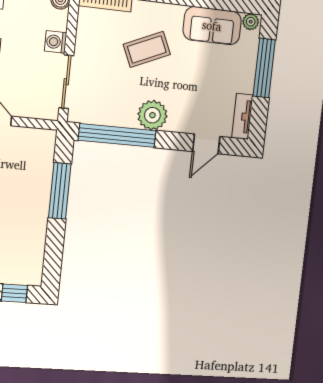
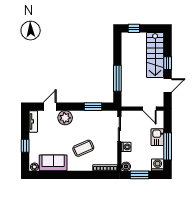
window: (264, 68) -> (25, 146), width x0.46
plant: (152, 115) -> (65, 118), moved
window: (117, 135) -> (93, 107), width x0.47

